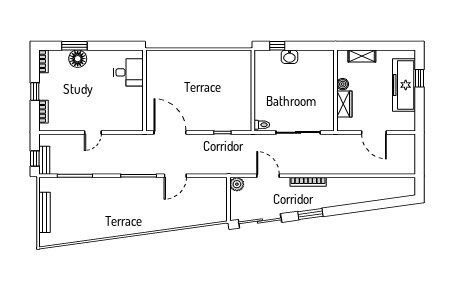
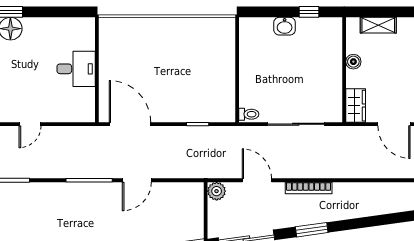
window: (277, 46) -> (309, 12), moved
desk: (128, 72) -> (76, 69), moved
wardrobe: (344, 104) -> (356, 106), moved

